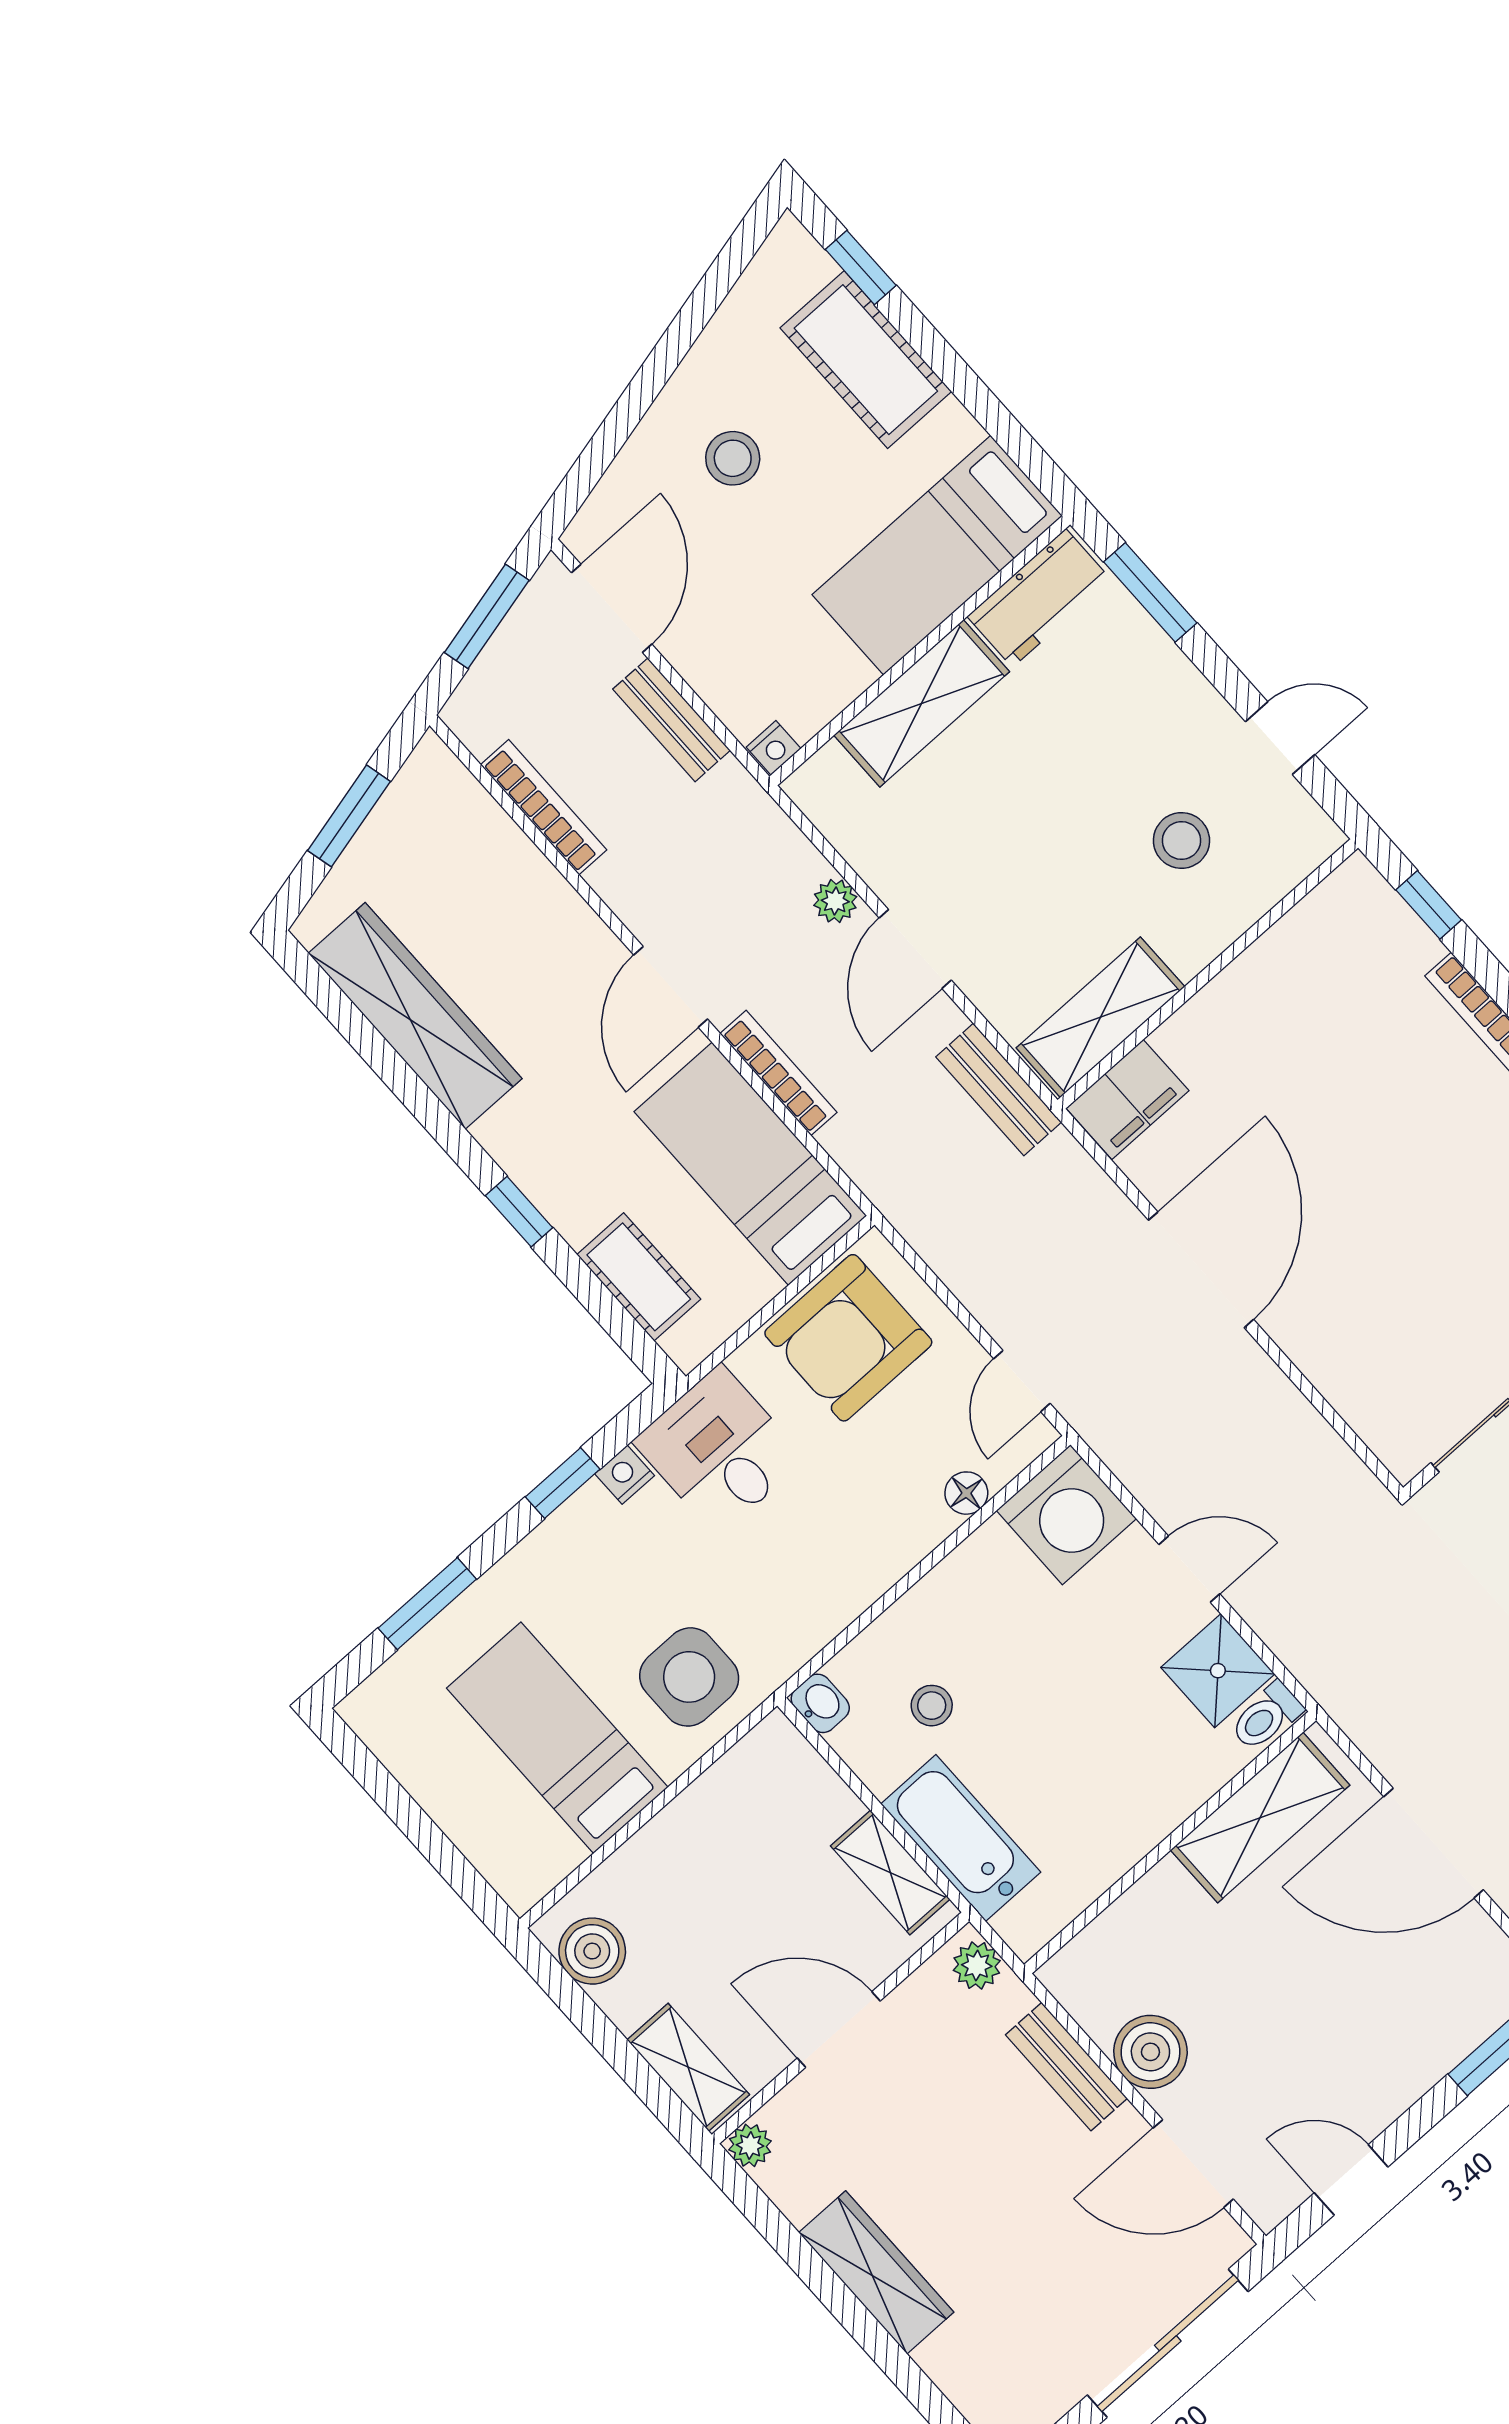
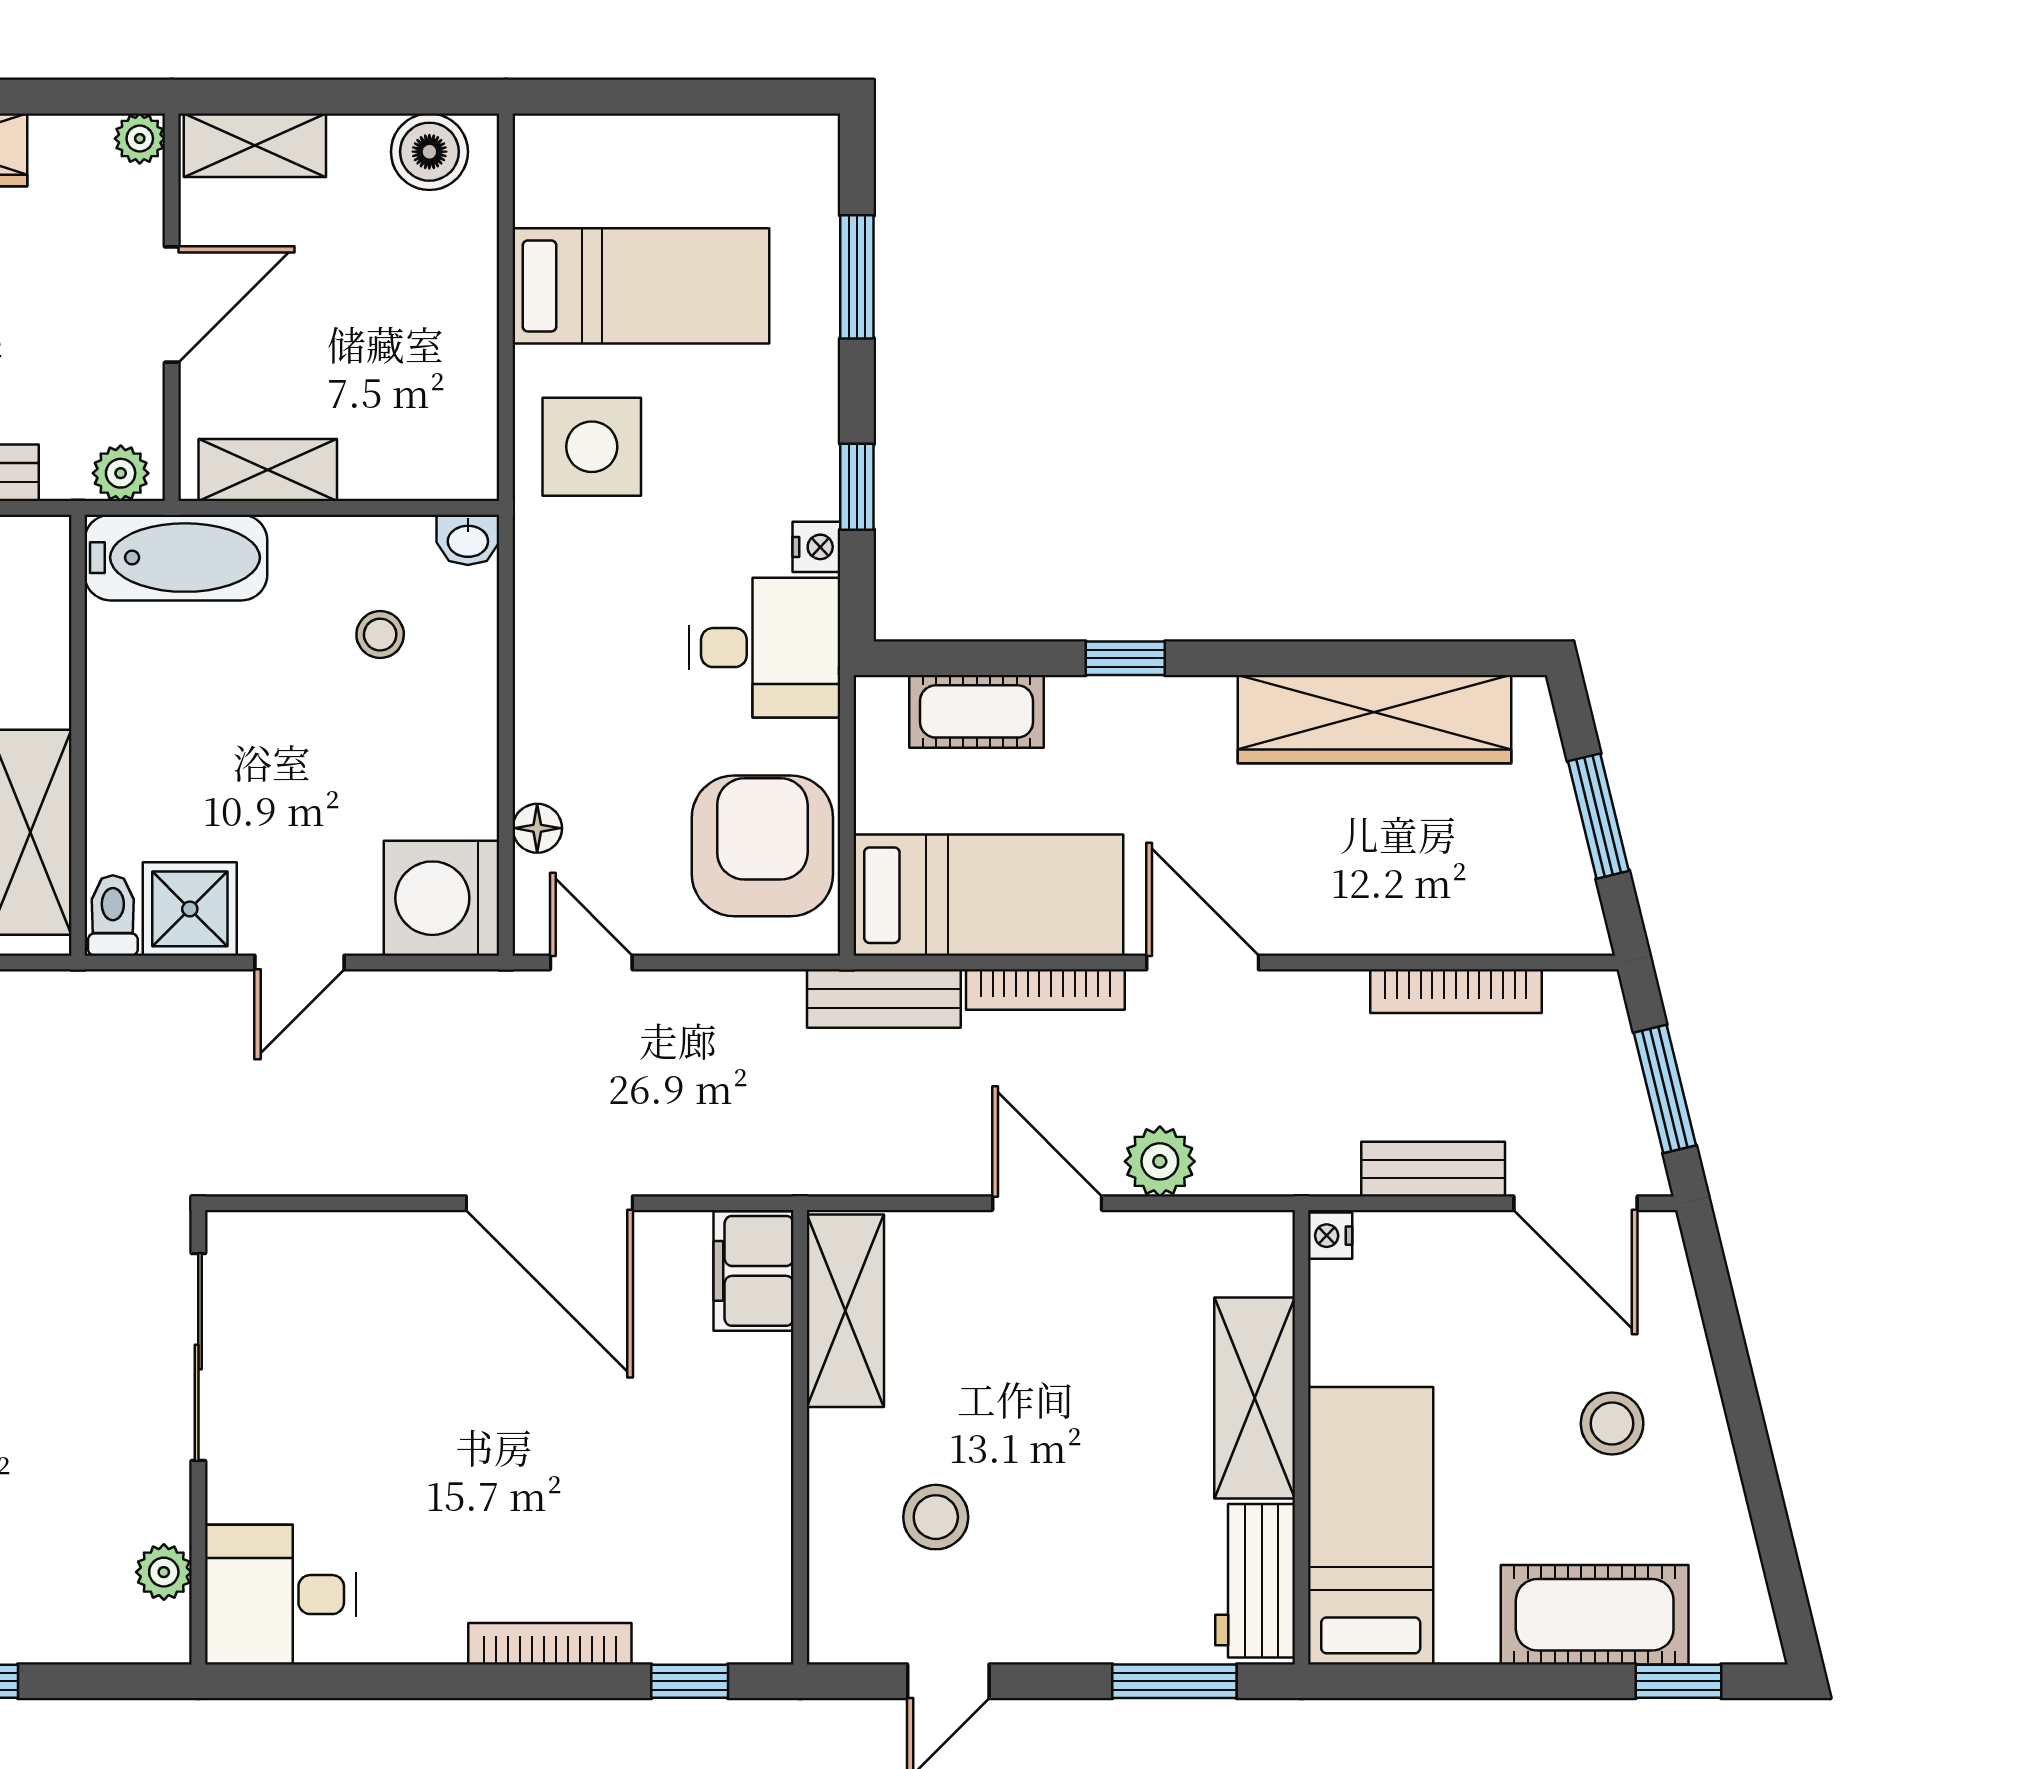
plant: (835, 901) -> (1160, 1161), width x1.38, depth x1.38
bench: (999, 1089) -> (884, 998), moved
bathtub: (961, 1838) -> (176, 558), moved

